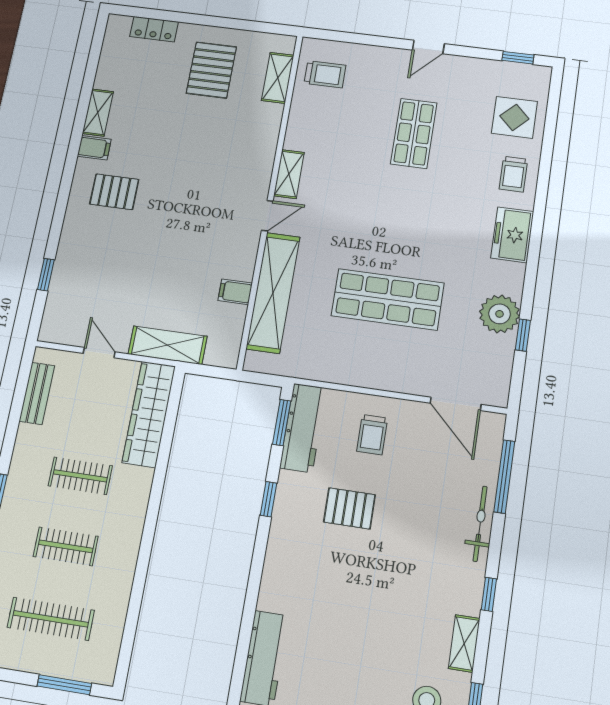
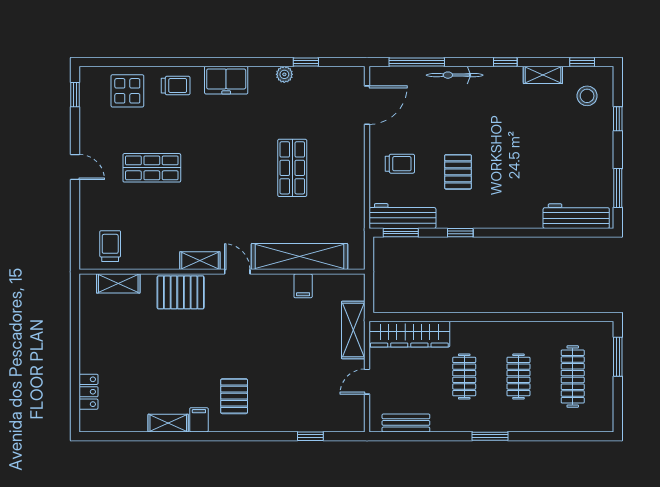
pallet: (211, 70) -> (181, 292), moved
shop shelf: (388, 299) -> (292, 168), width x0.70, depth x0.74
plant: (500, 314) -> (284, 74), width x0.53, depth x0.53

